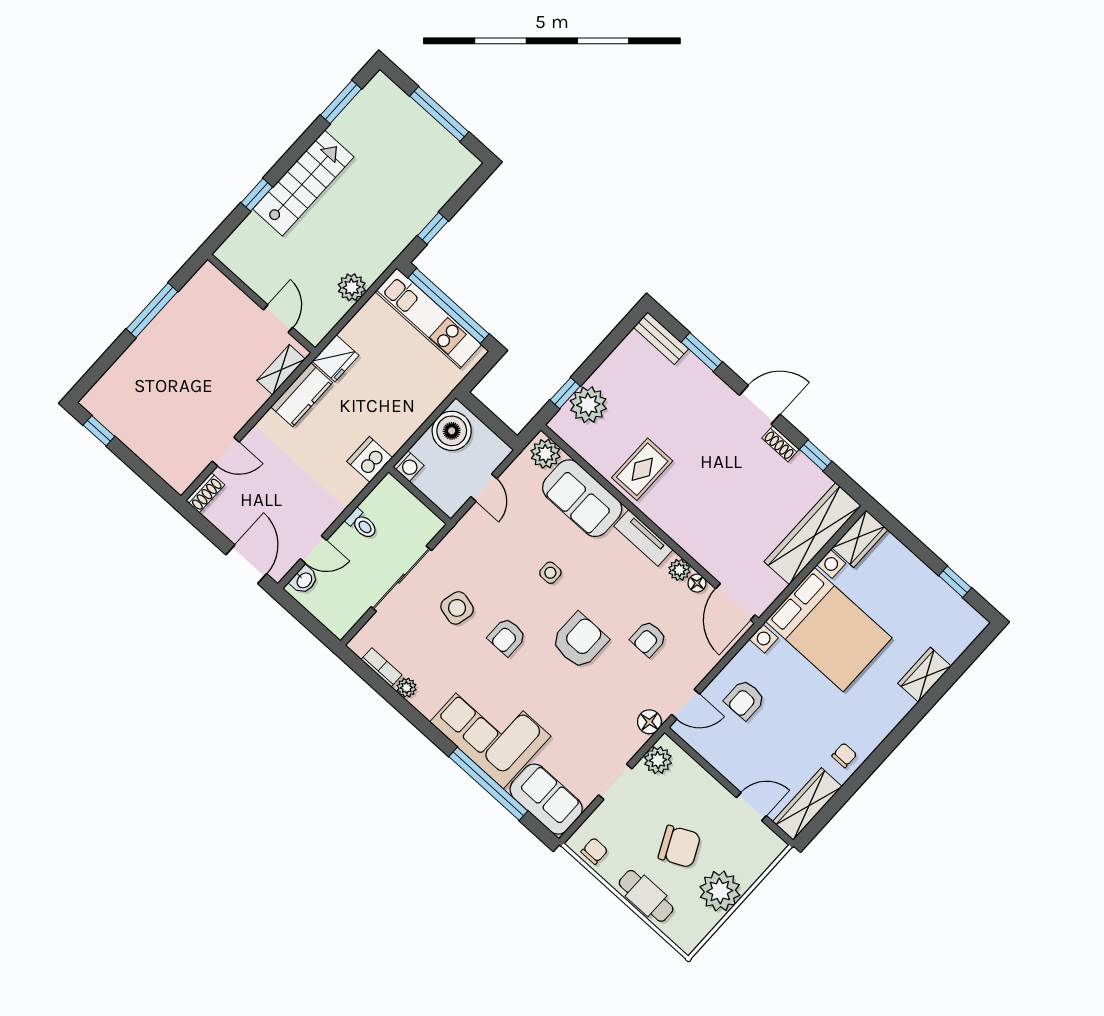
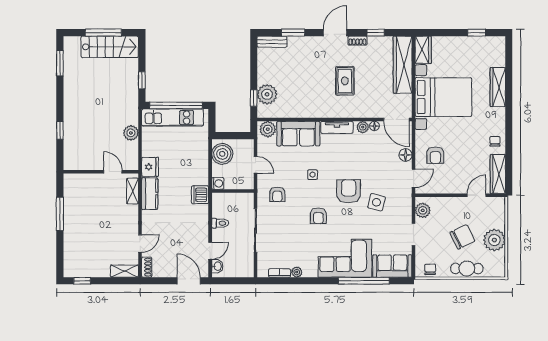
stairs: (303, 183) -> (110, 47), moved, turned 90
rug: (642, 469) -> (345, 81), moved
shelving: (170, 470) -> (124, 271), added
side table: (457, 608) -> (376, 202), moved
armchair: (648, 639) -> (277, 194), moved
wardrobe: (924, 675) -> (498, 87), width x1.50
floor lamp: (649, 722) -> (406, 155), moved

